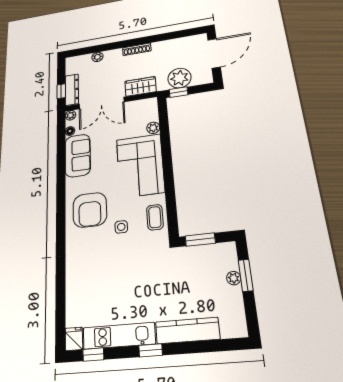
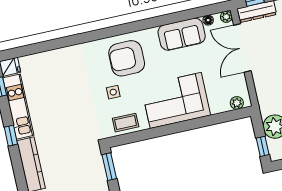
wardrobe: (140, 86) -> (264, 87), removed
window: (179, 92) -> (263, 146), moved
plant: (153, 128) -> (237, 103), moved

